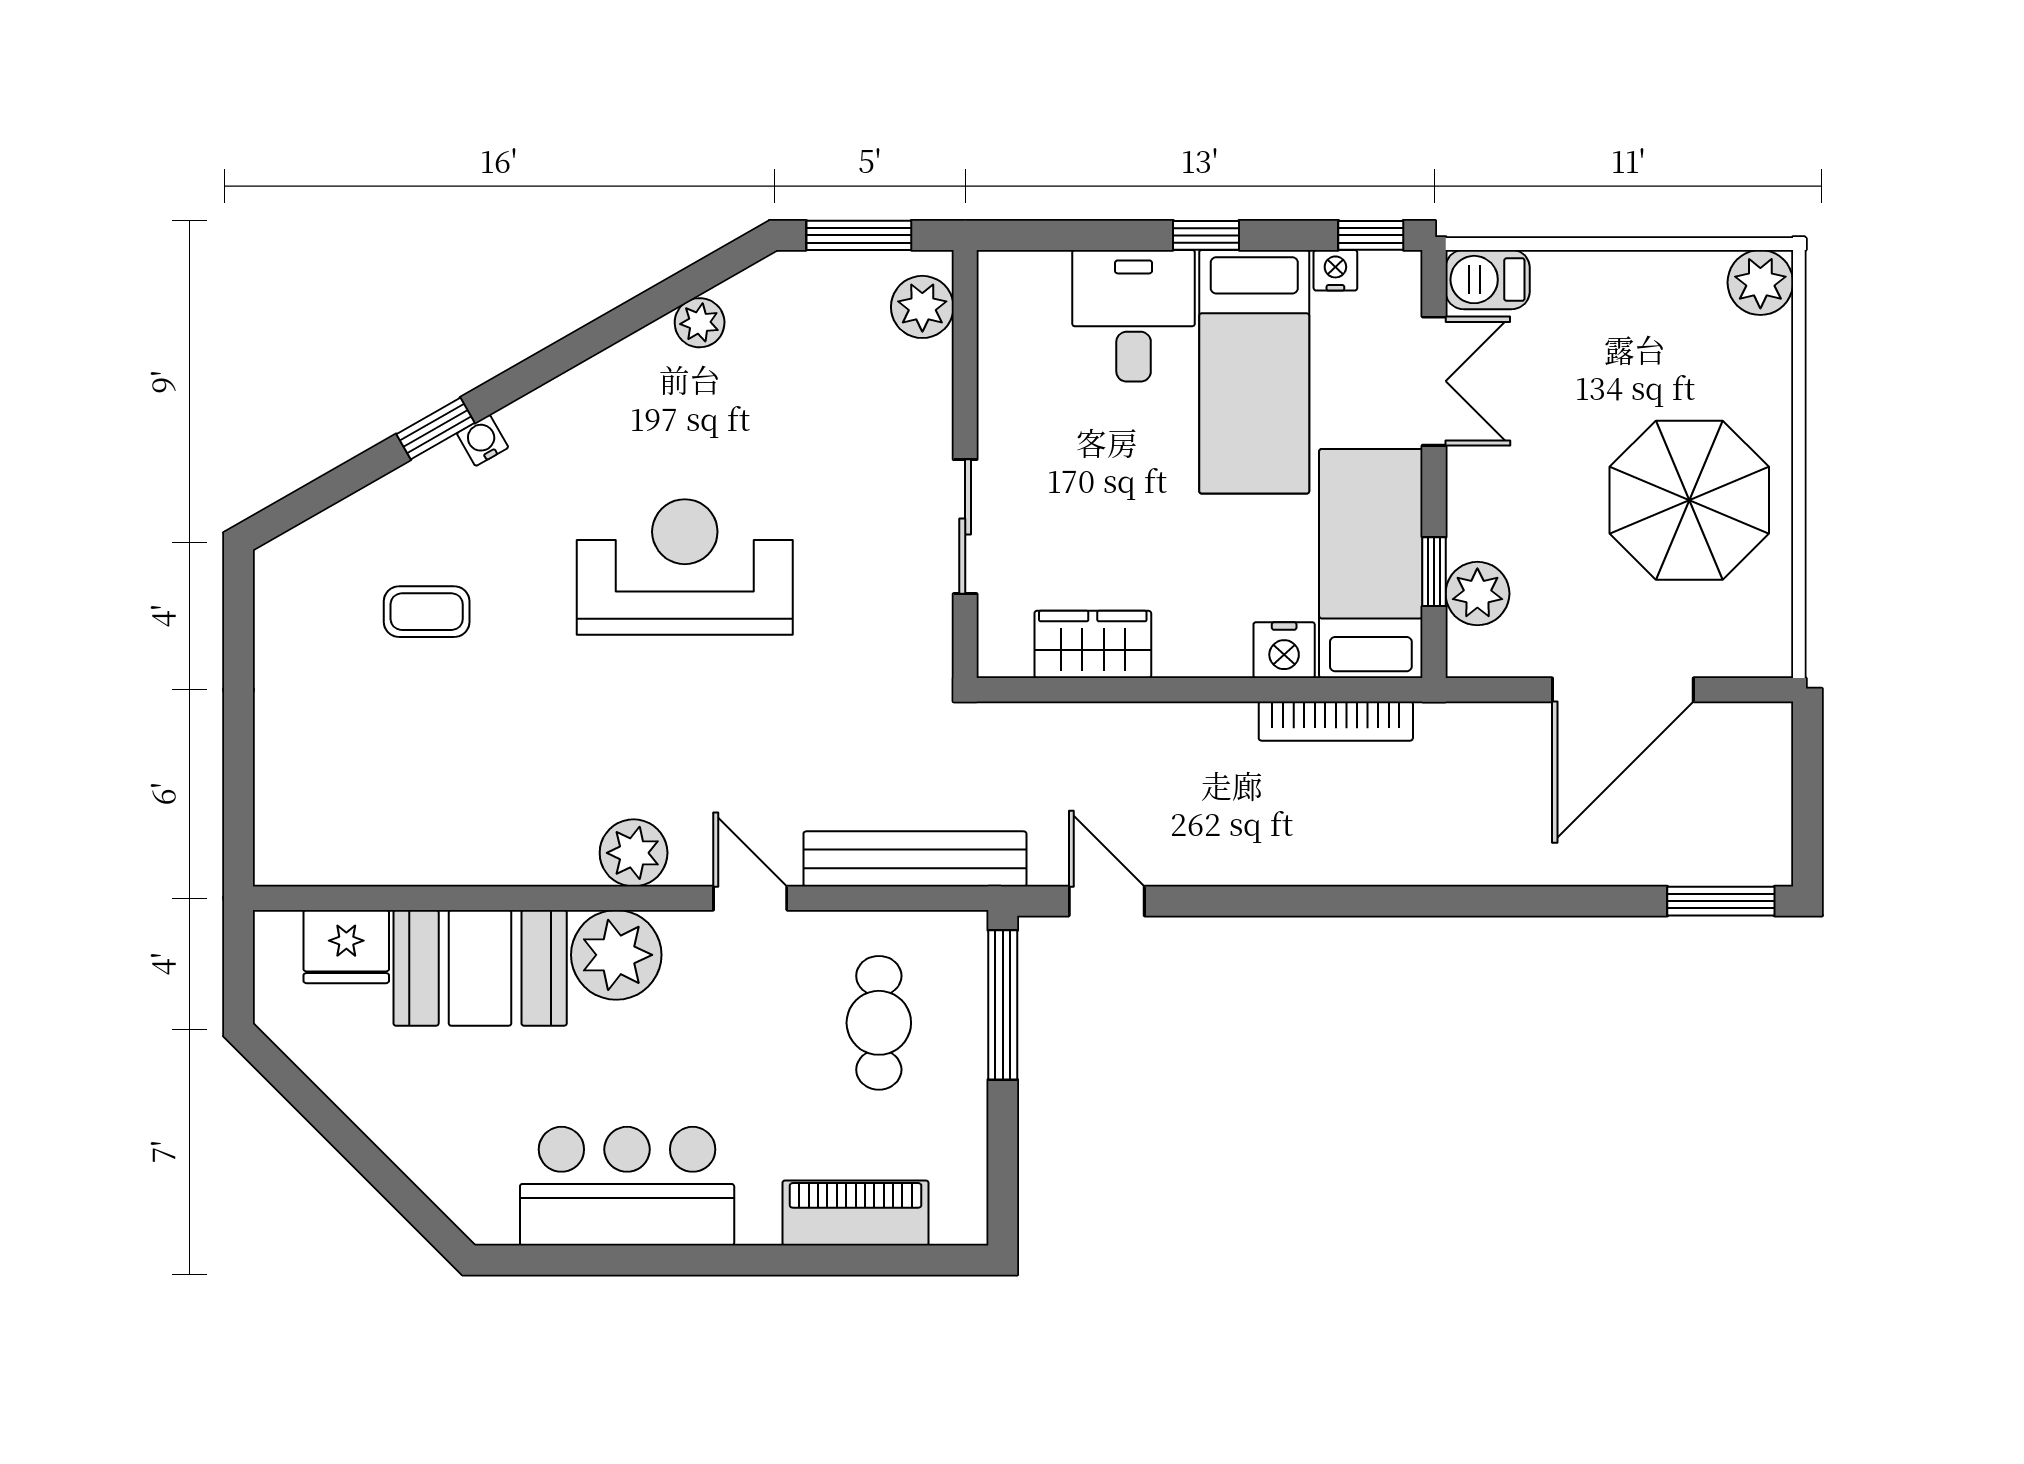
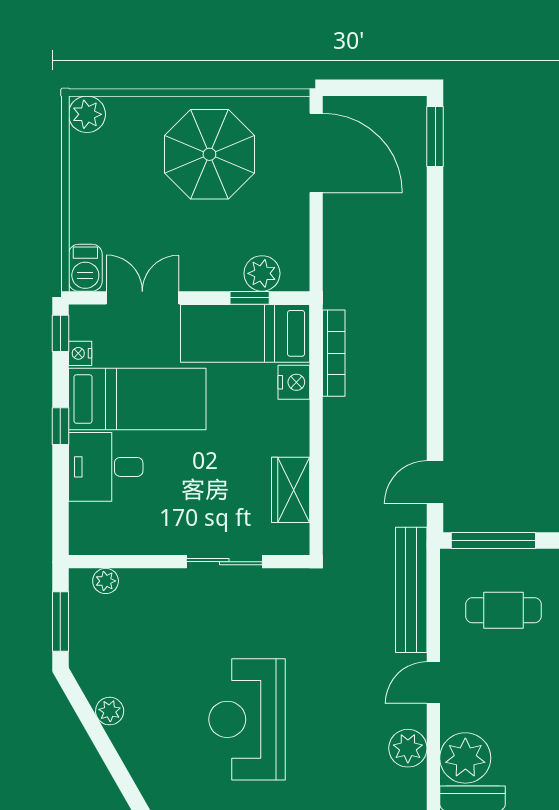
plant: (922, 307) -> (106, 581), width x0.73, depth x0.73
door: (1623, 690) -> (316, 153), moved

